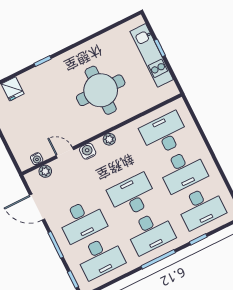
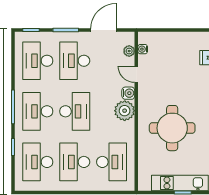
plant: (109, 139) -> (125, 111), width x1.87, depth x1.87
door: (65, 153) -> (136, 74), swing flipped

